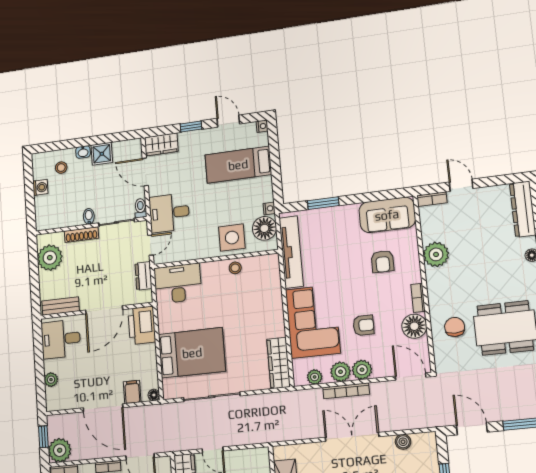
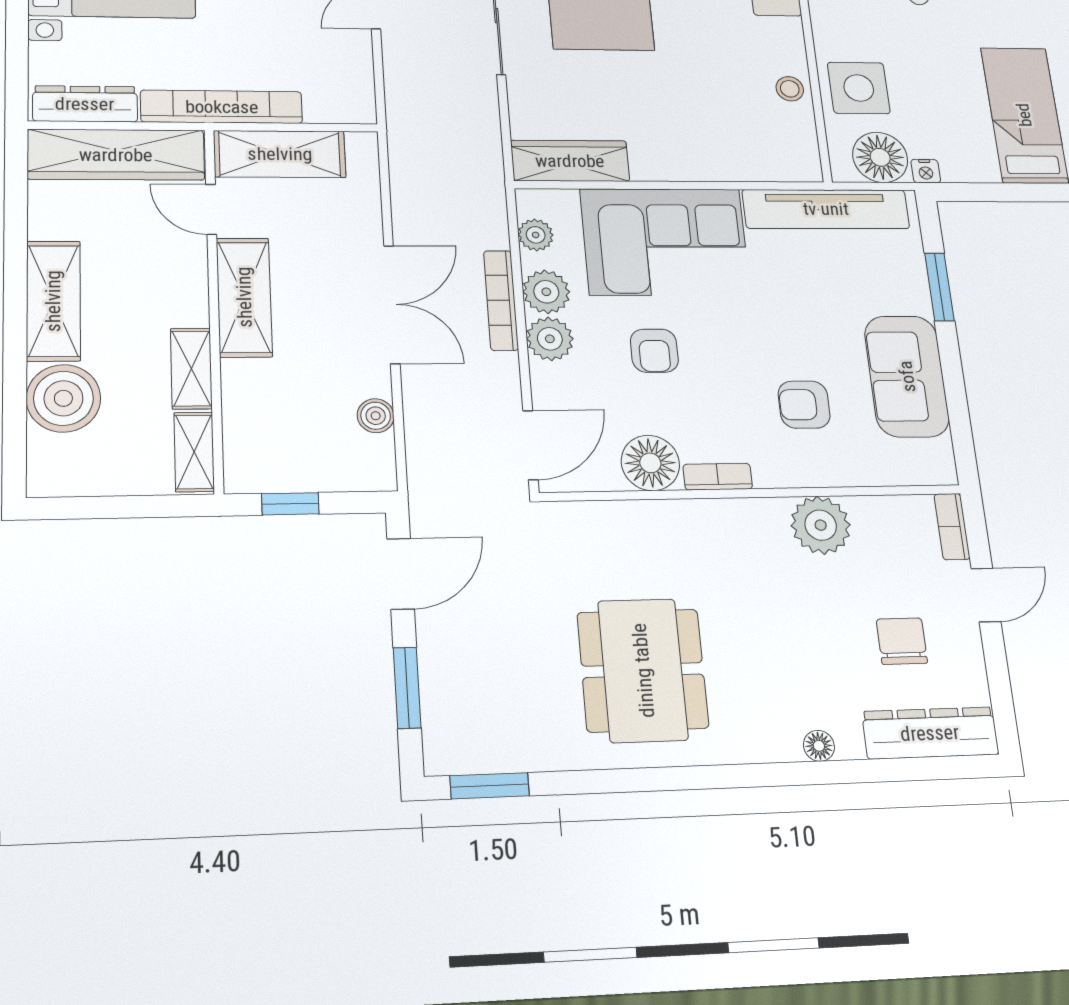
sofa: (387, 215) -> (907, 376), moved
chair: (455, 327) -> (902, 641), moved, turned -90

